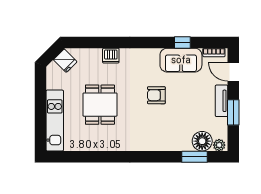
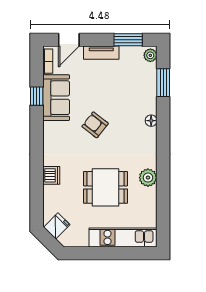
armchair: (156, 95) -> (95, 125), turned 128
window: (233, 112) -> (128, 40), moved
floor lamp: (202, 141) -> (151, 121), moved, width x0.53, depth x0.53
plant: (109, 143) -> (148, 178), added

